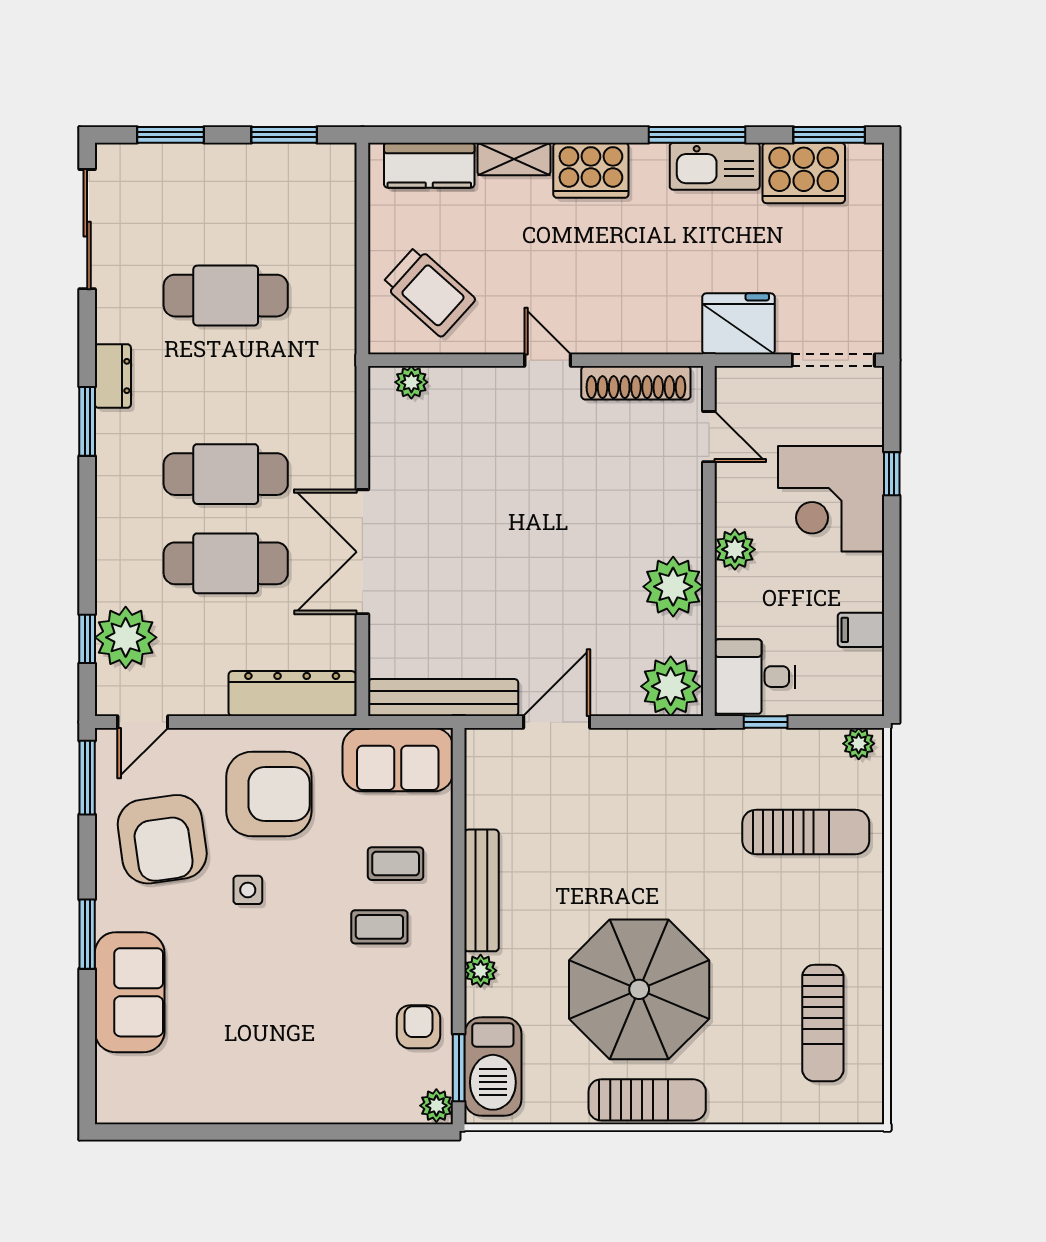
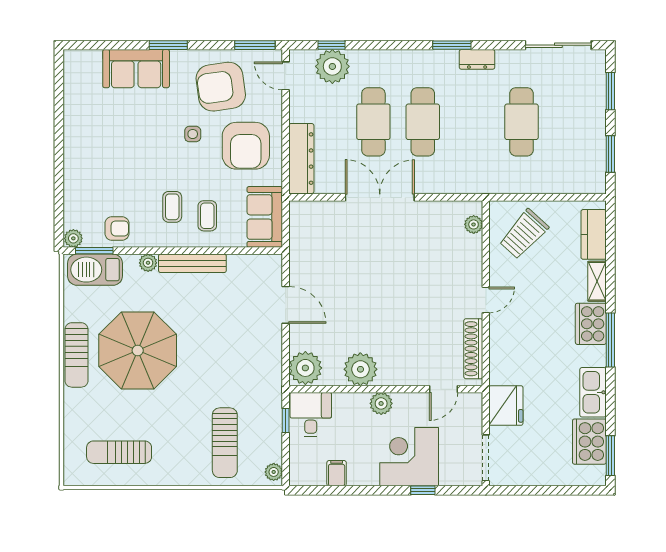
window: (697, 135) -> (610, 340), moved
bench: (443, 698) -> (299, 242), removed

